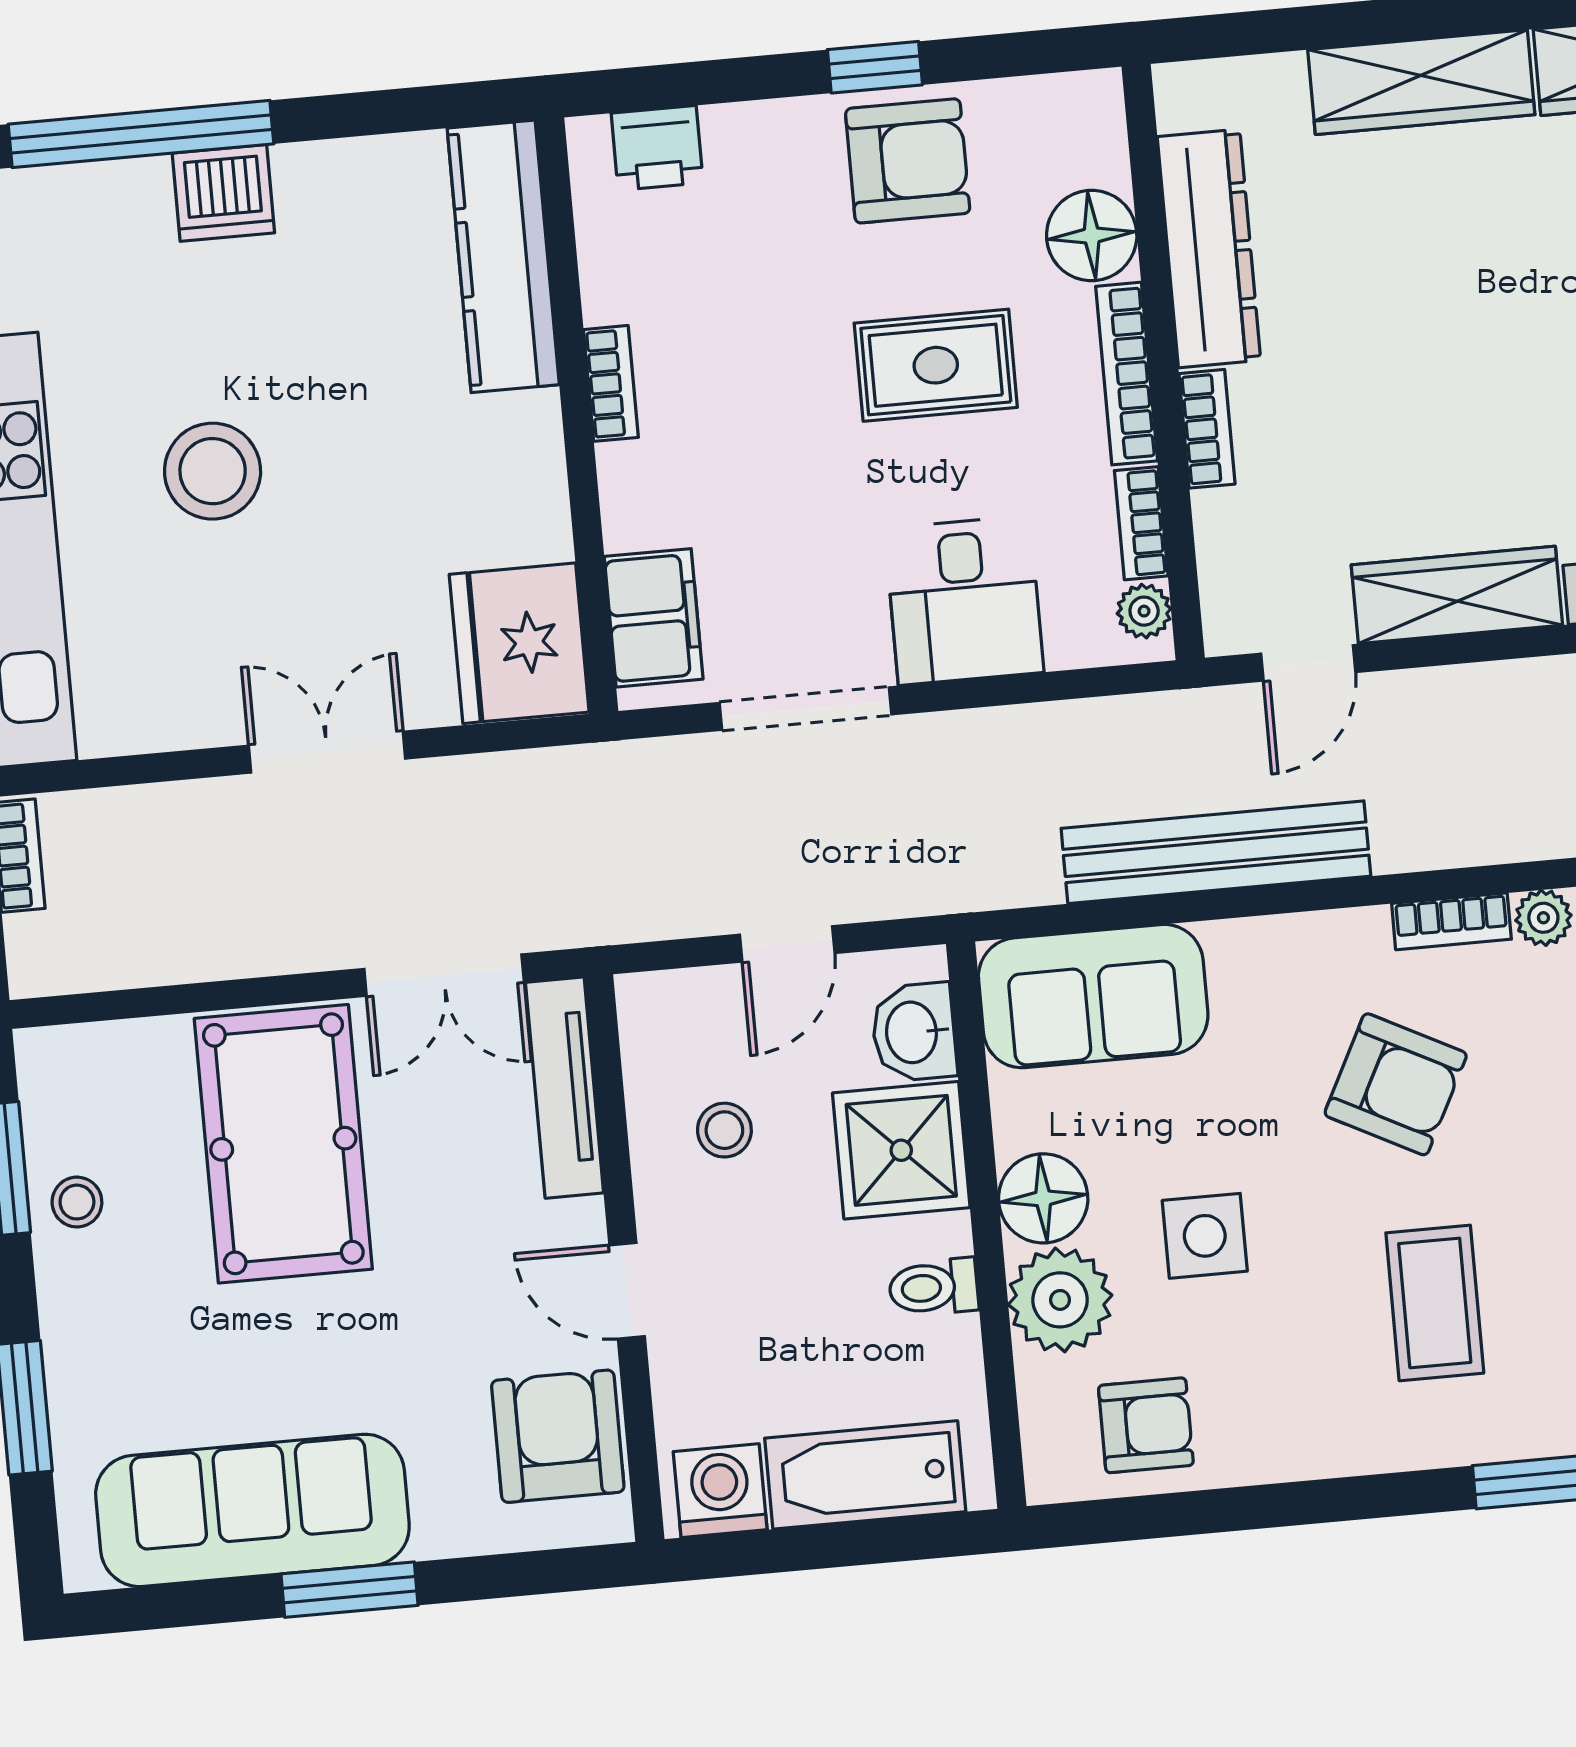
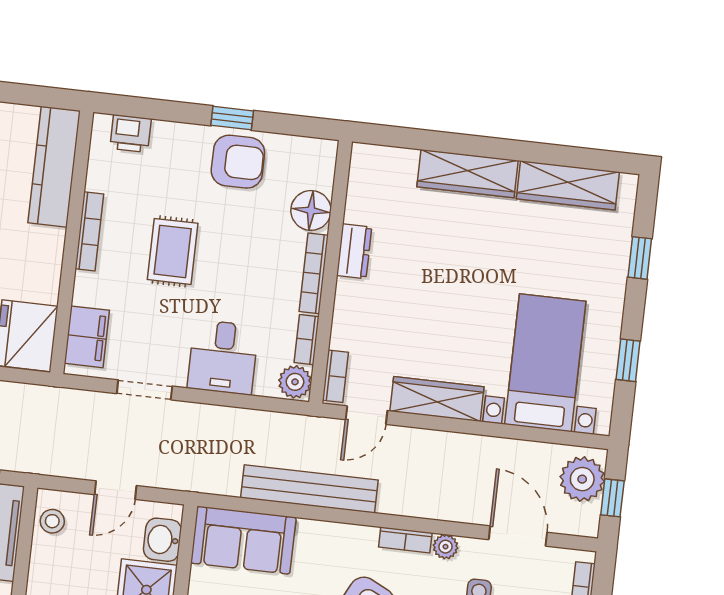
dresser: (1209, 248) -> (354, 251), width x0.51, depth x0.80
rug: (936, 365) -> (173, 251), moved, turned 90
bookcase: (611, 383) -> (89, 231), width x1.56
bookcase: (1207, 429) -> (335, 376), moved
plant: (1144, 611) -> (295, 382), width x1.38, depth x1.38
doorway: (806, 709) -> (145, 390), width x0.73
stool: (724, 1130) -> (52, 521), moved

